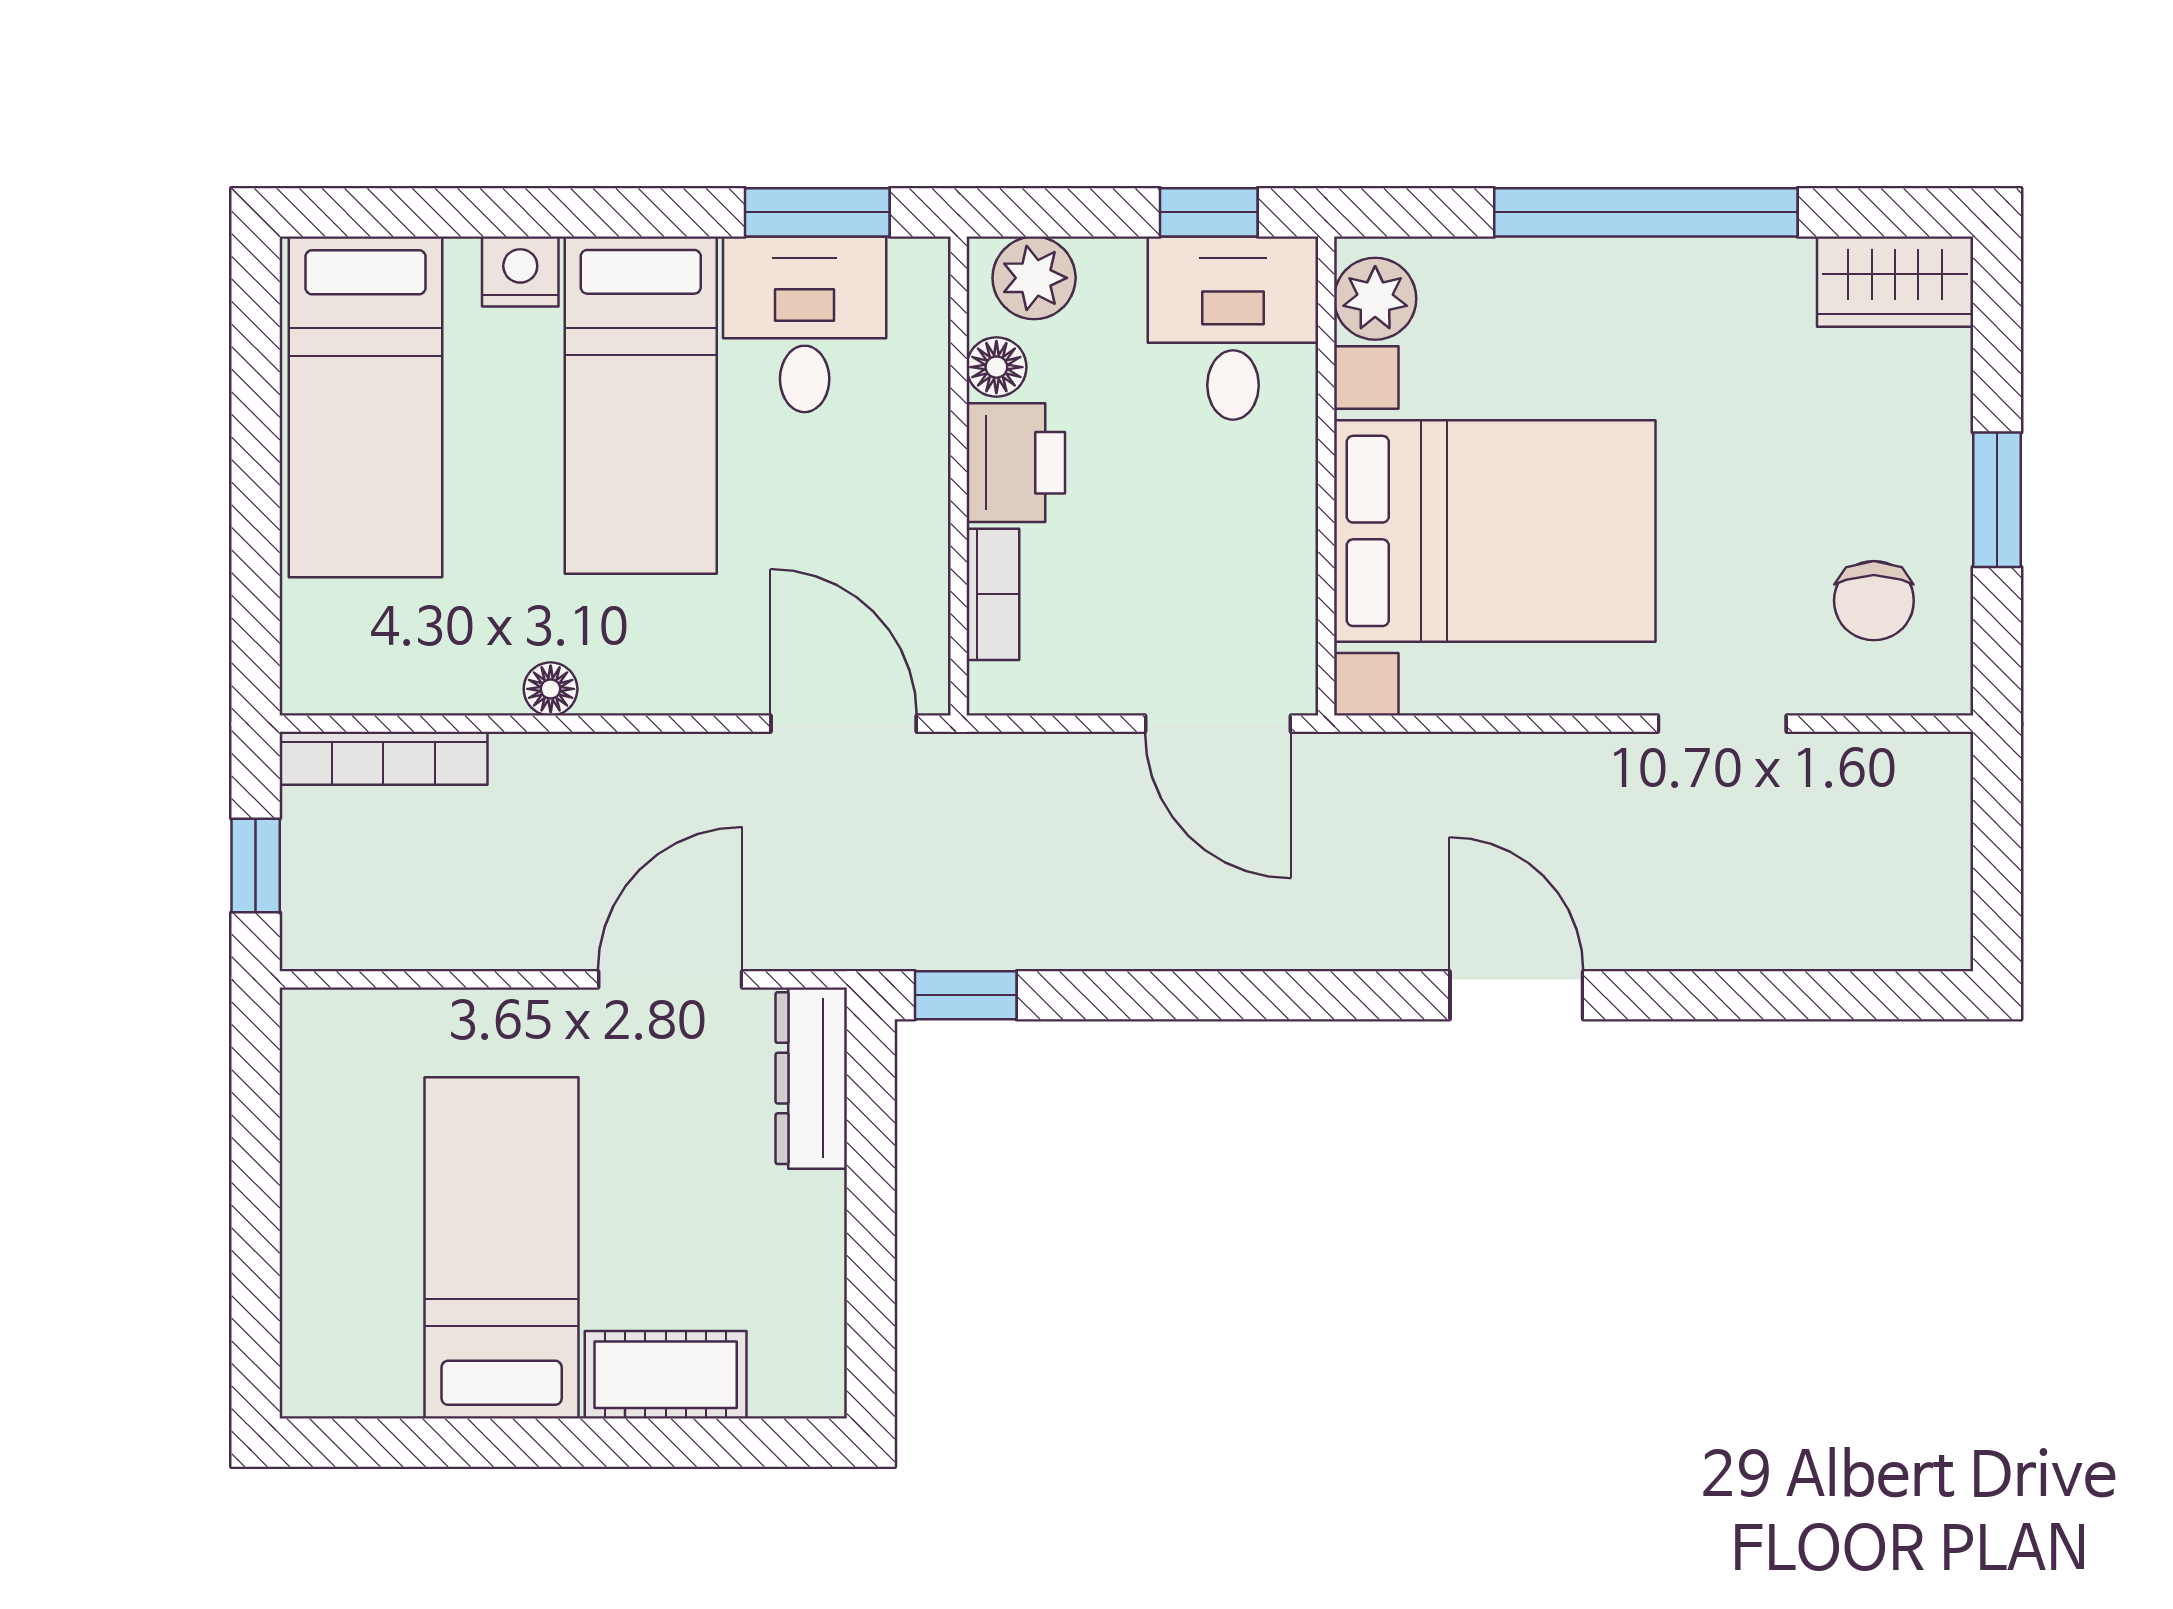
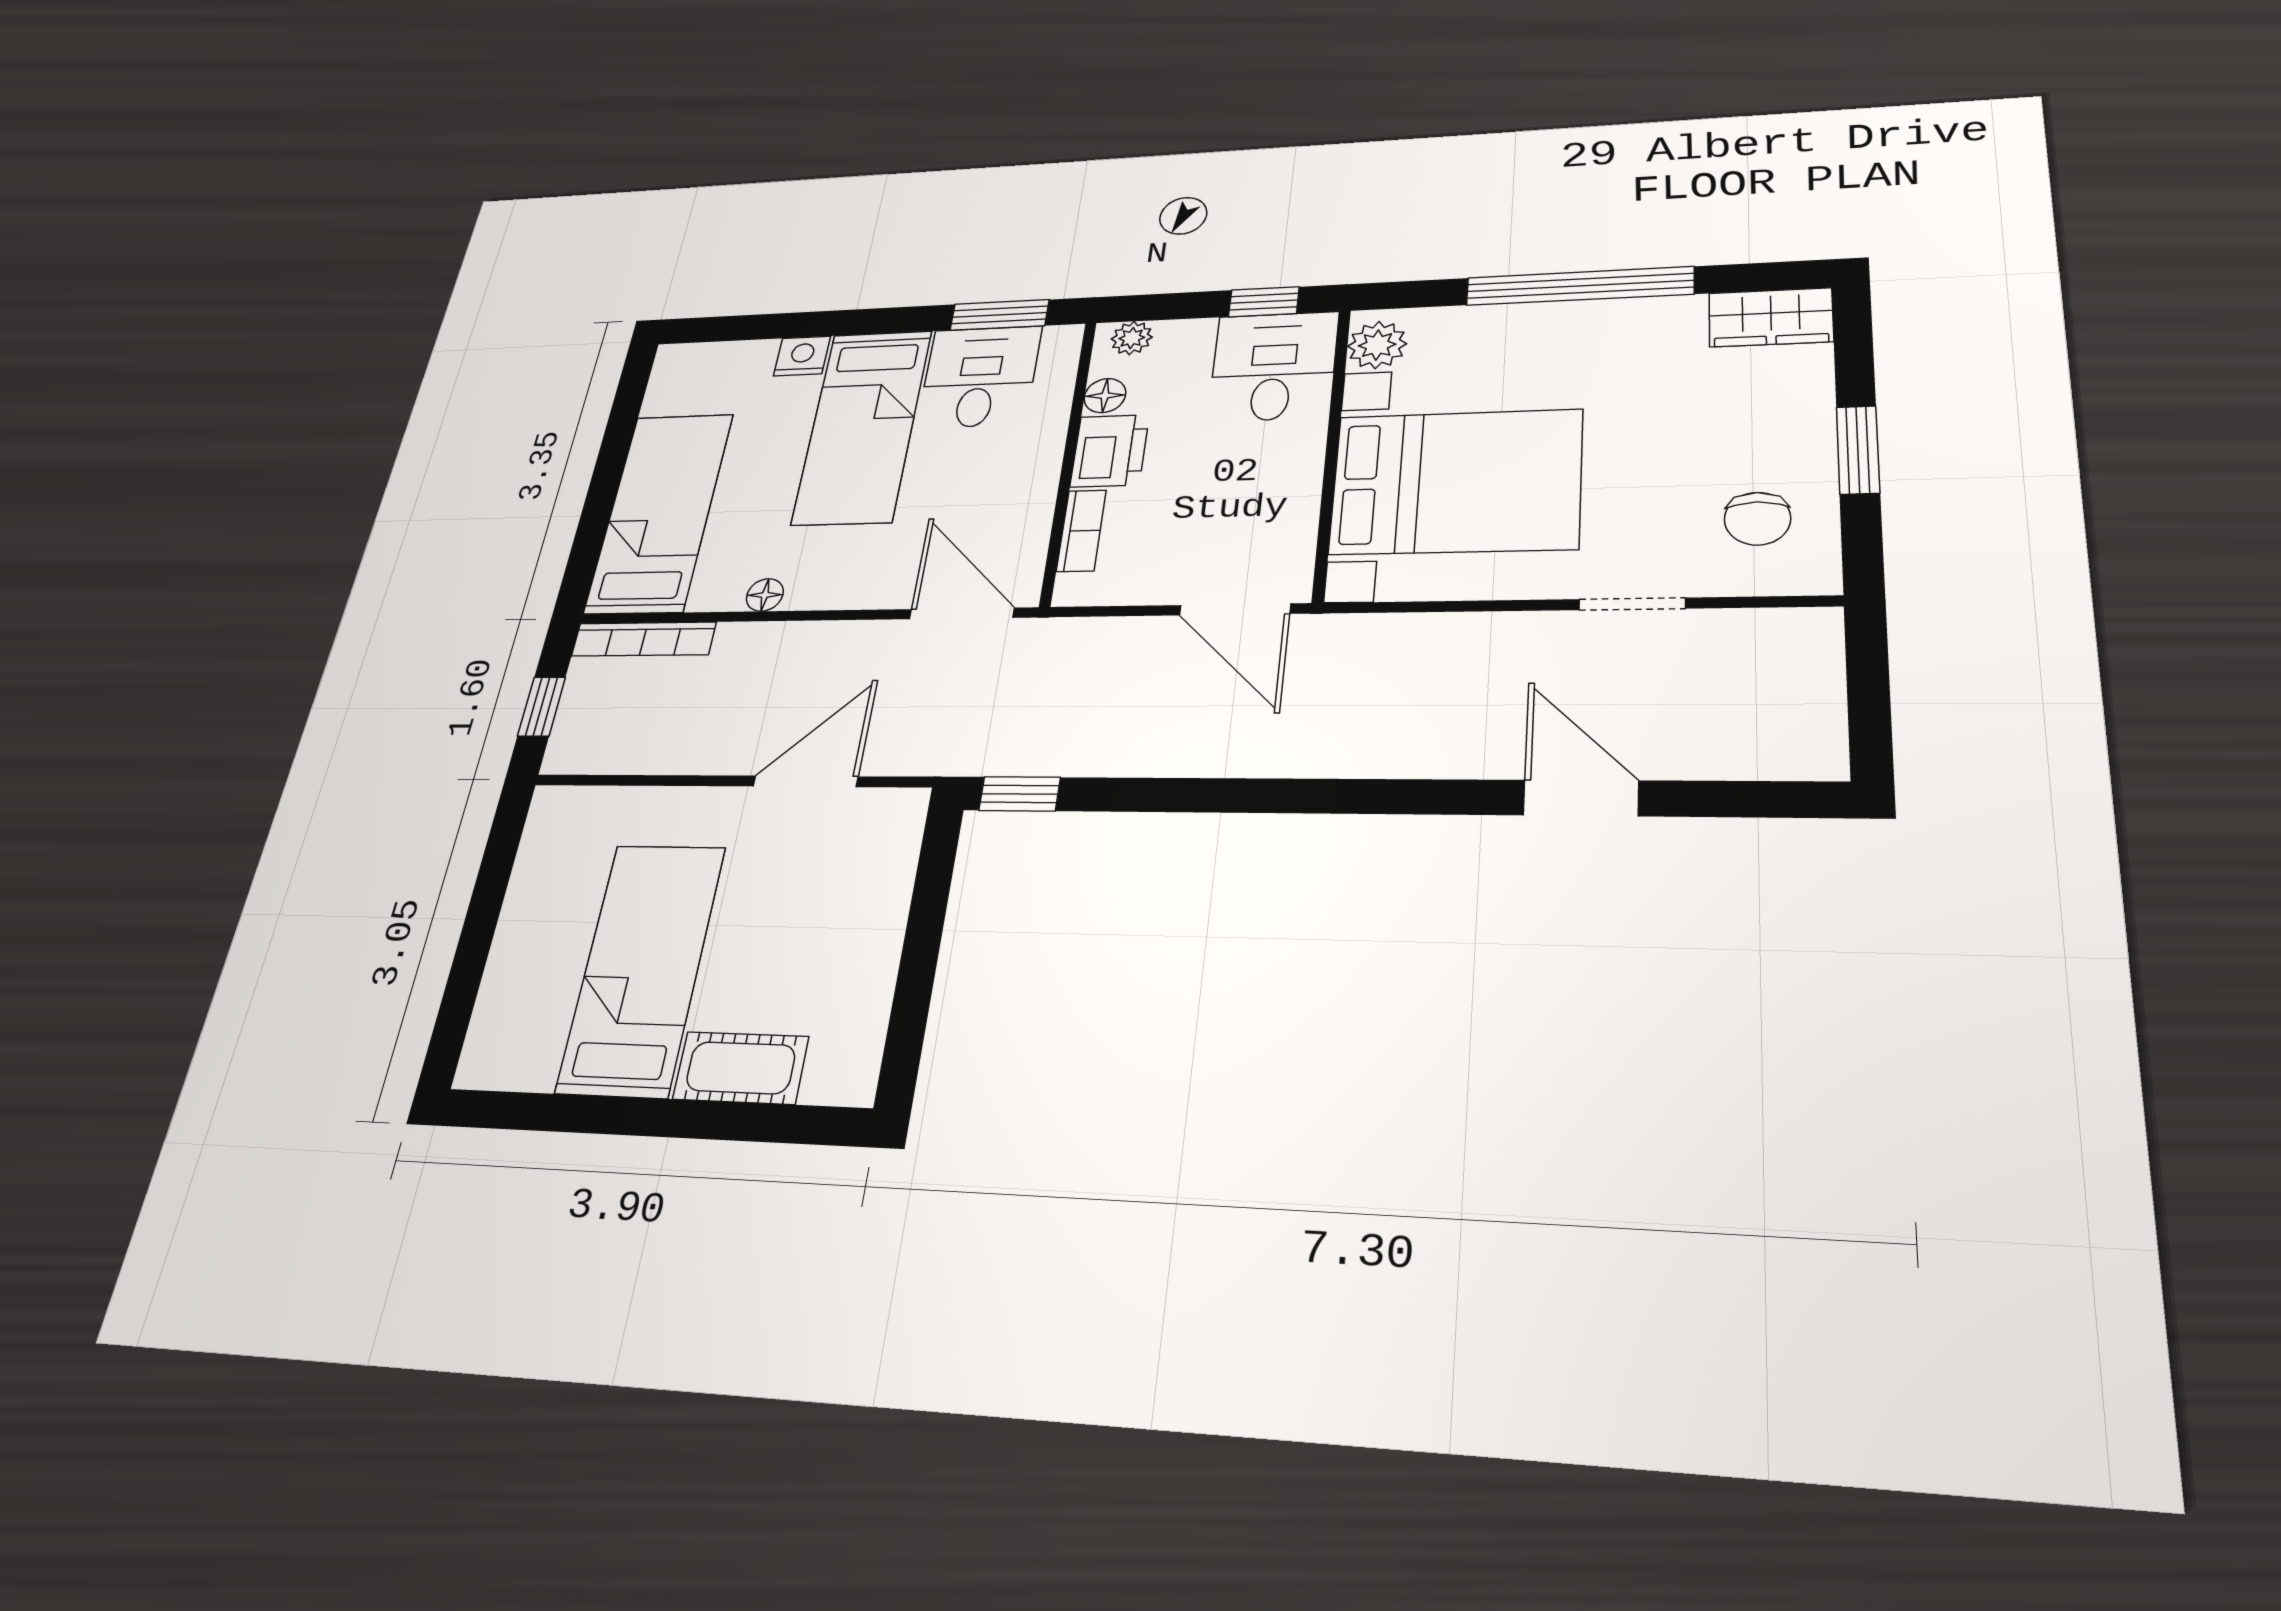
plant: (1034, 278) -> (1132, 338), width x0.73, depth x0.73
bed: (365, 407) -> (660, 512), moved, turned 180
door: (1516, 995) -> (1581, 798), moved
dresser: (811, 1078) -> (894, 851), removed

